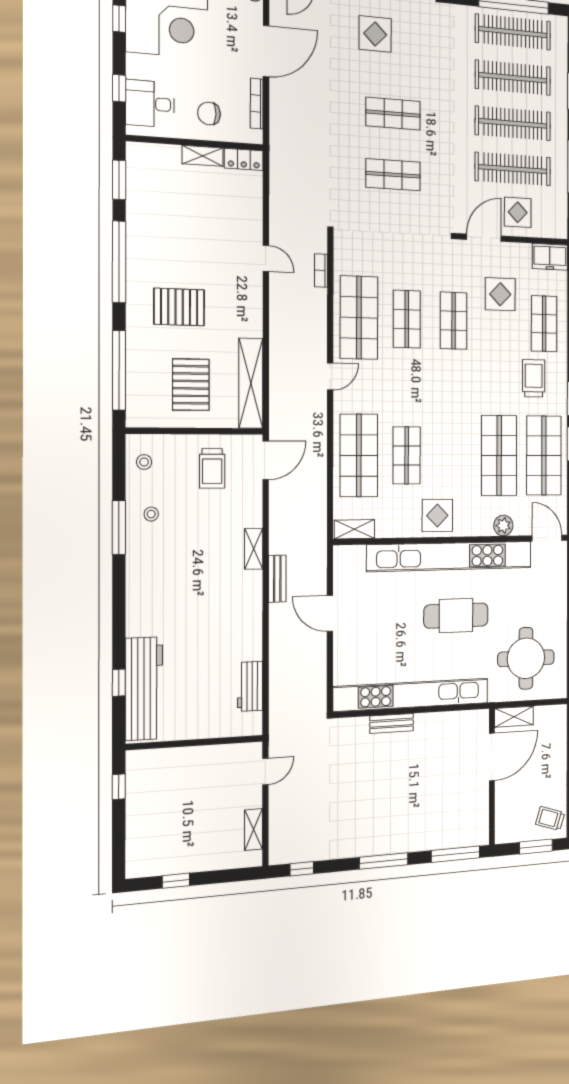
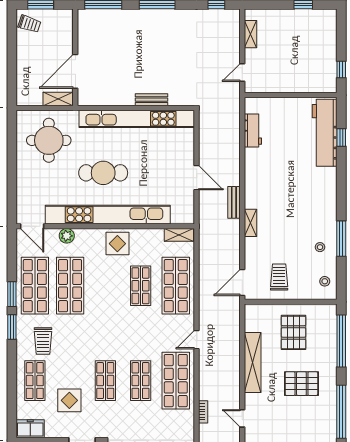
shelving: (251, 383) -> (253, 363), moved

